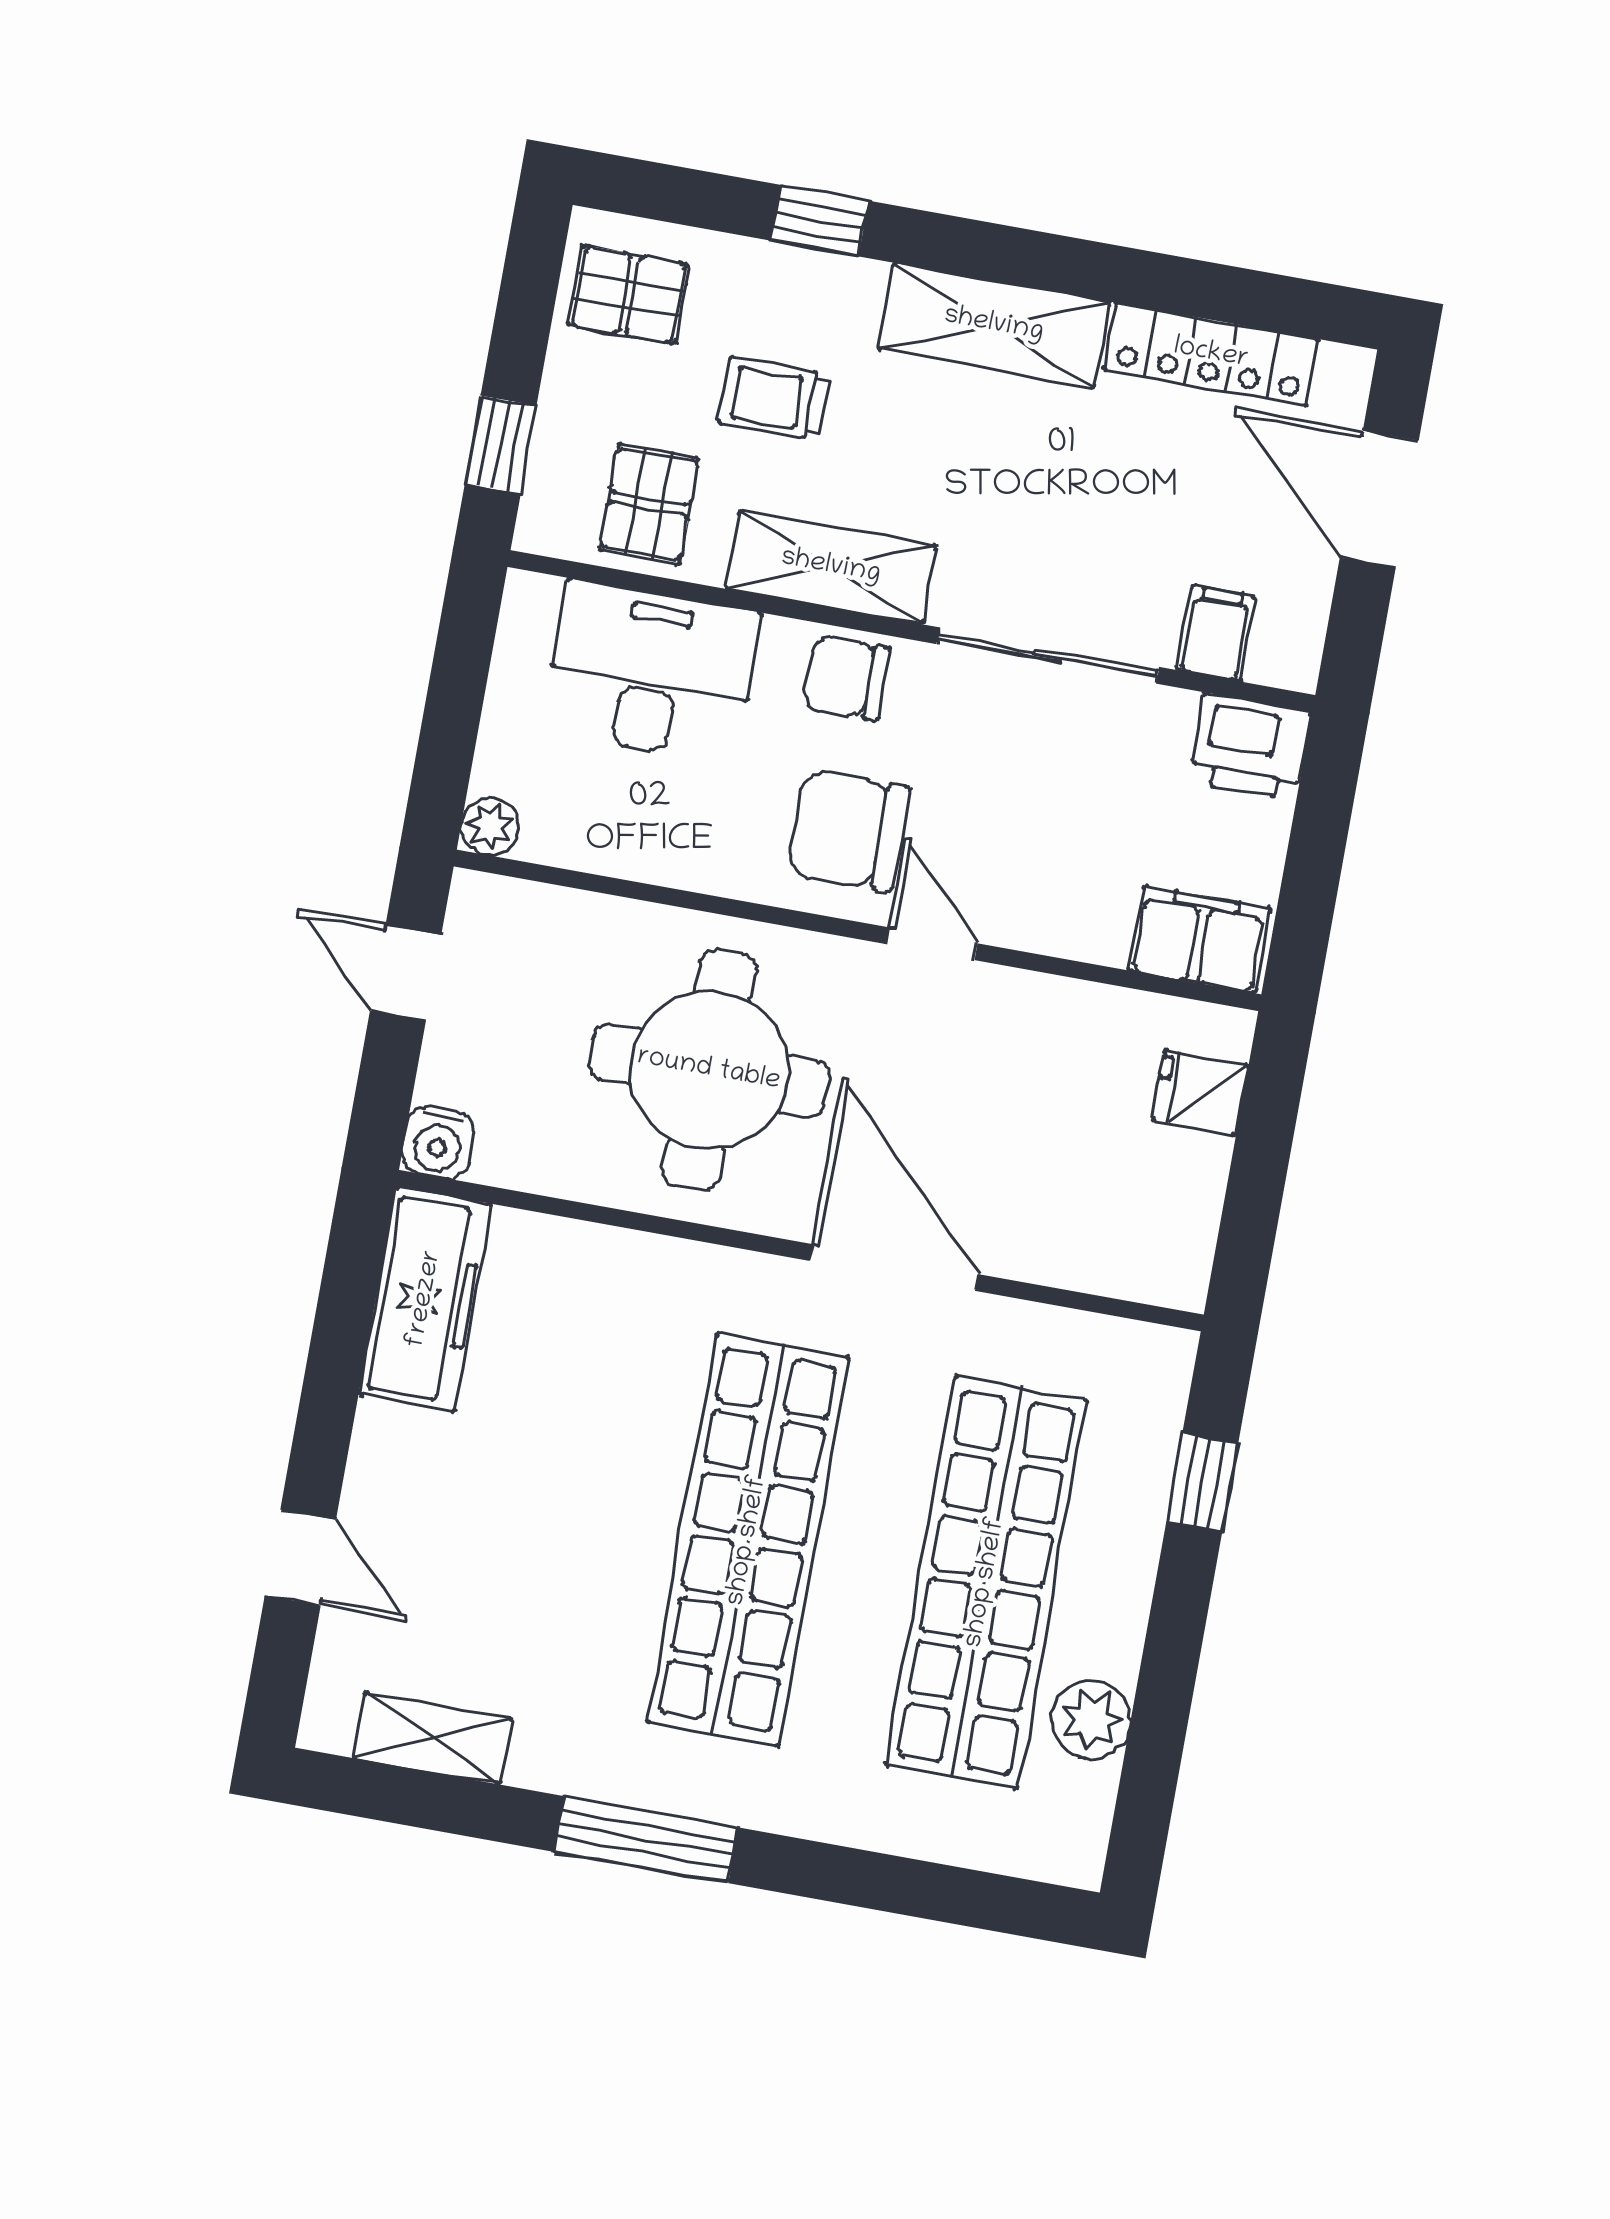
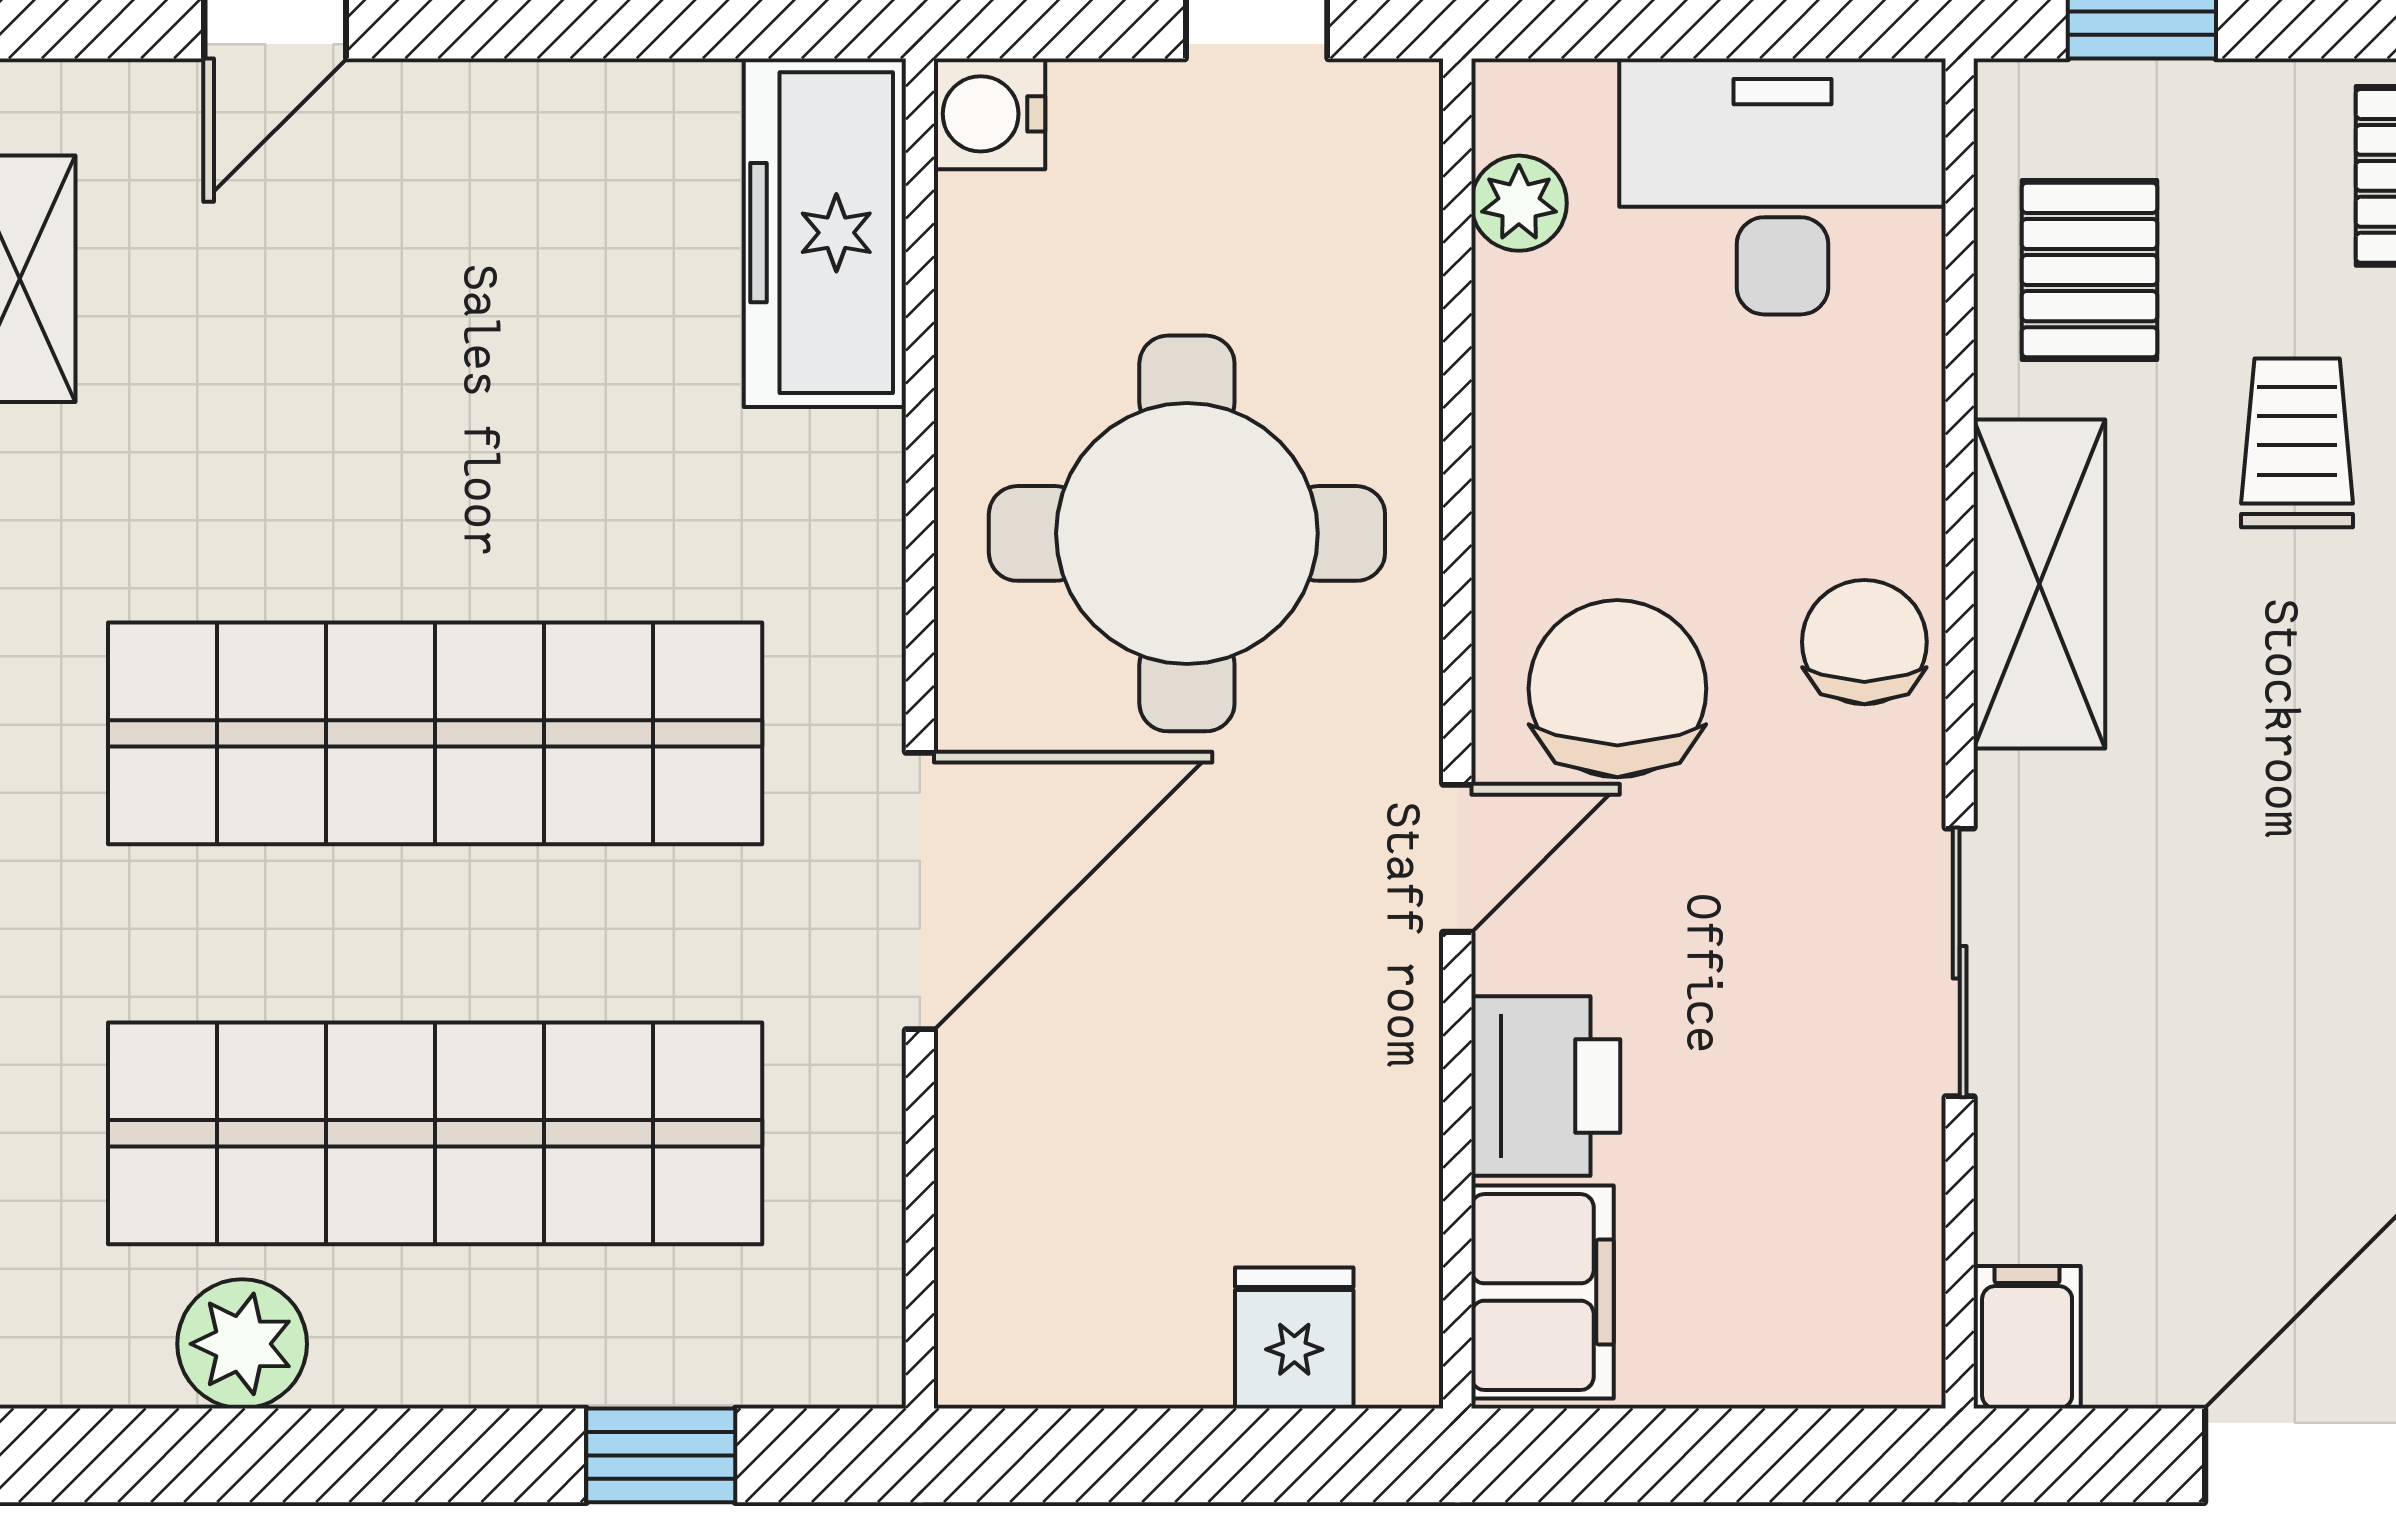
pallet: (649, 504) -> (2090, 270), turned 90
filing cabinet: (1216, 633) -> (2027, 1337), moved, turned -90
sliding door: (1048, 656) -> (1960, 962), width x0.73
desk: (652, 672) -> (1782, 186), moved, turned -90
printer: (1251, 746) -> (1546, 1086), moved, turned 180
plant: (490, 826) -> (1519, 203), moved
freezer: (425, 1299) -> (825, 233), moved, turned 90

